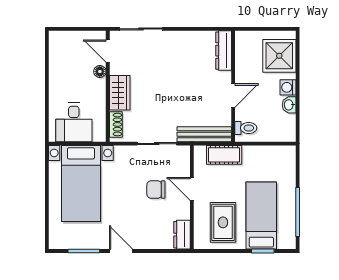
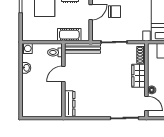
shower: (279, 56) -> (33, 100), removed
washing machine: (288, 87) -> (27, 48), moved
door: (192, 189) -> (91, 12), hinge flipped

